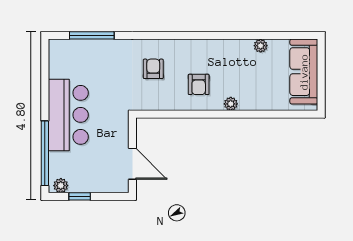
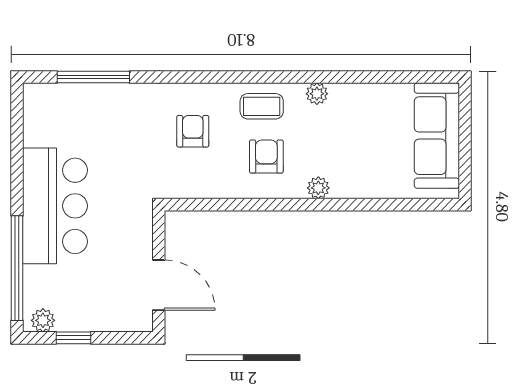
plant: (261, 46) -> (317, 94), moved
coffee table: (196, 53) -> (262, 106), added
armchair: (199, 84) -> (266, 157), turned 180

